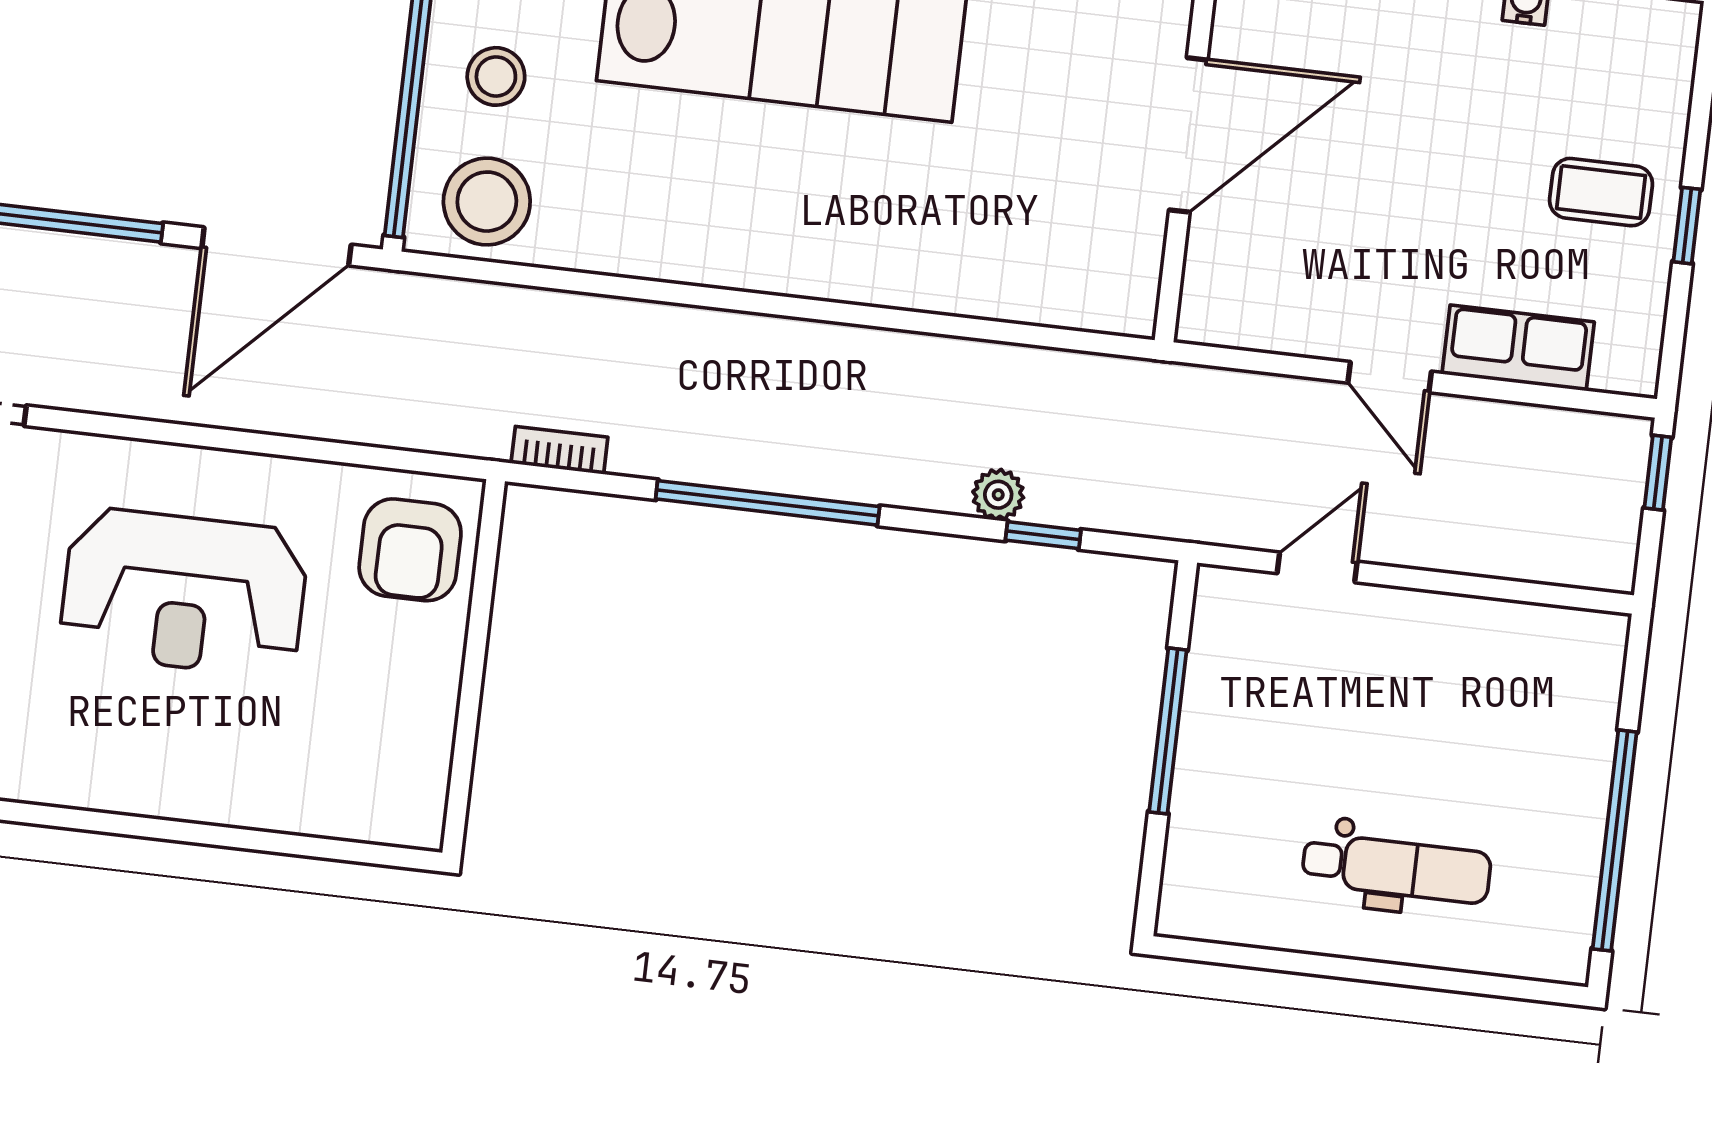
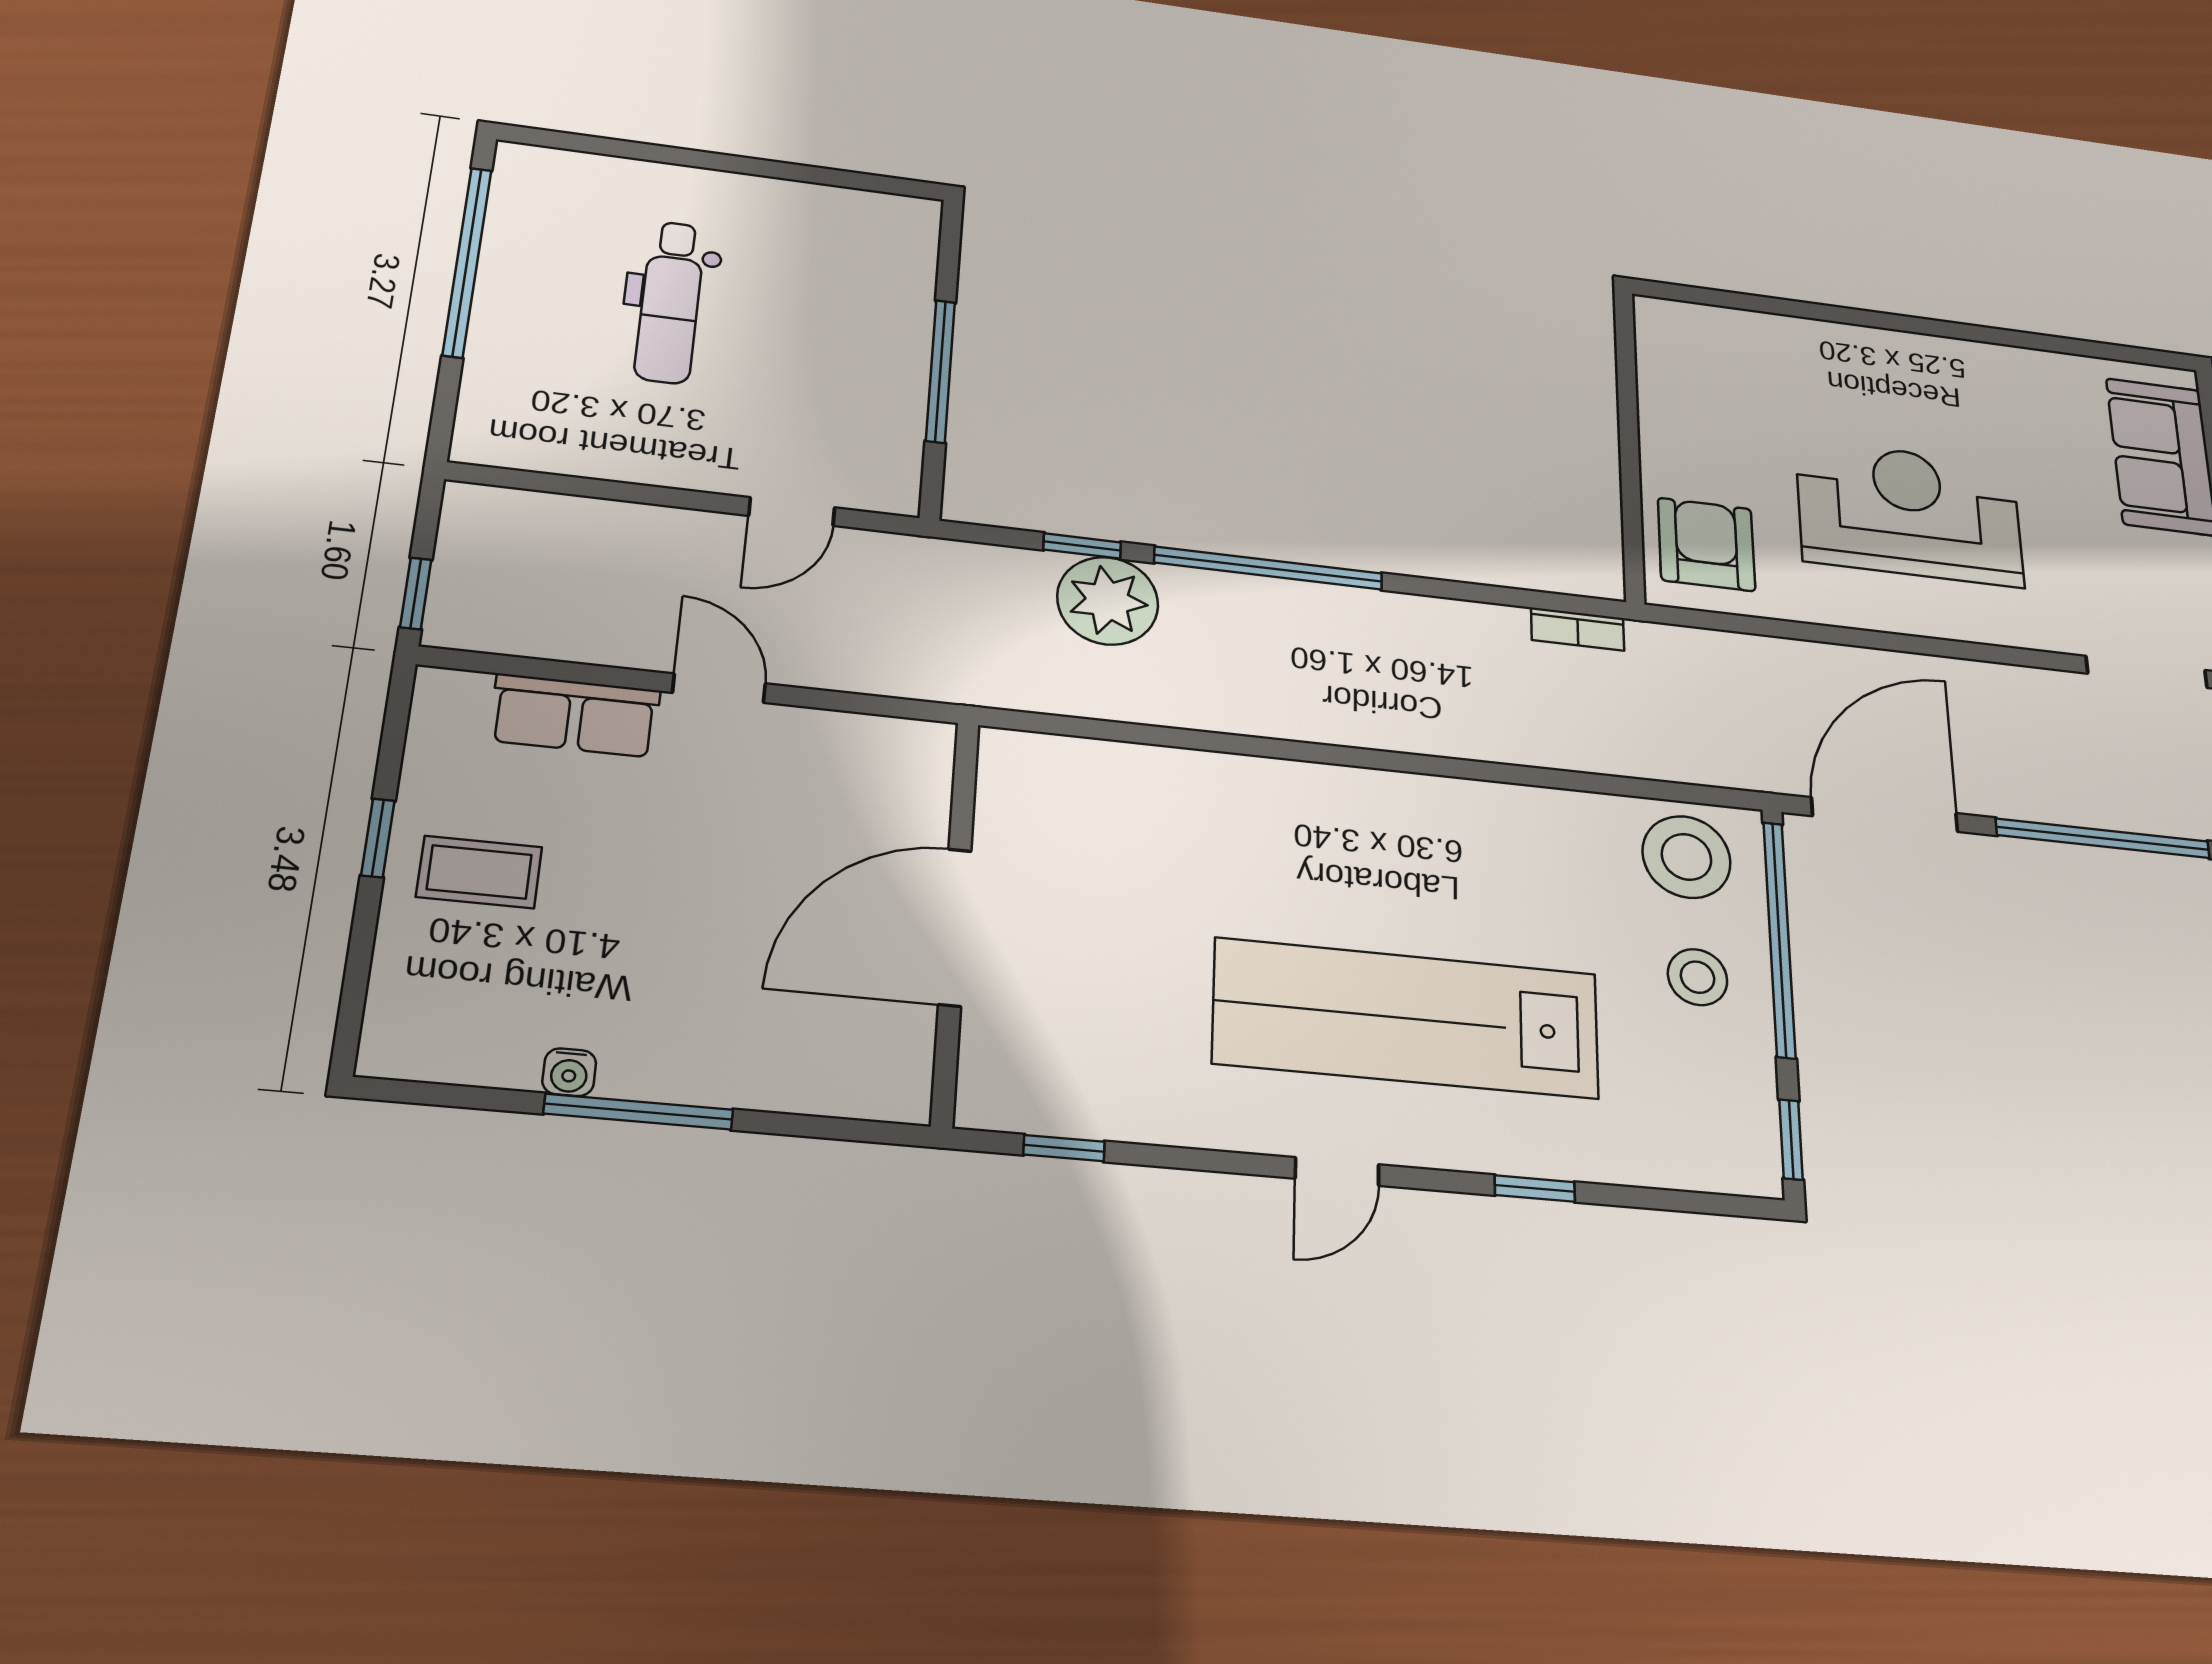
plant: (998, 495) -> (1108, 601), width x1.87, depth x1.87
window: (768, 503) -> (1269, 568), moved
dental chair: (1396, 868) -> (670, 302), moved, turned -90

